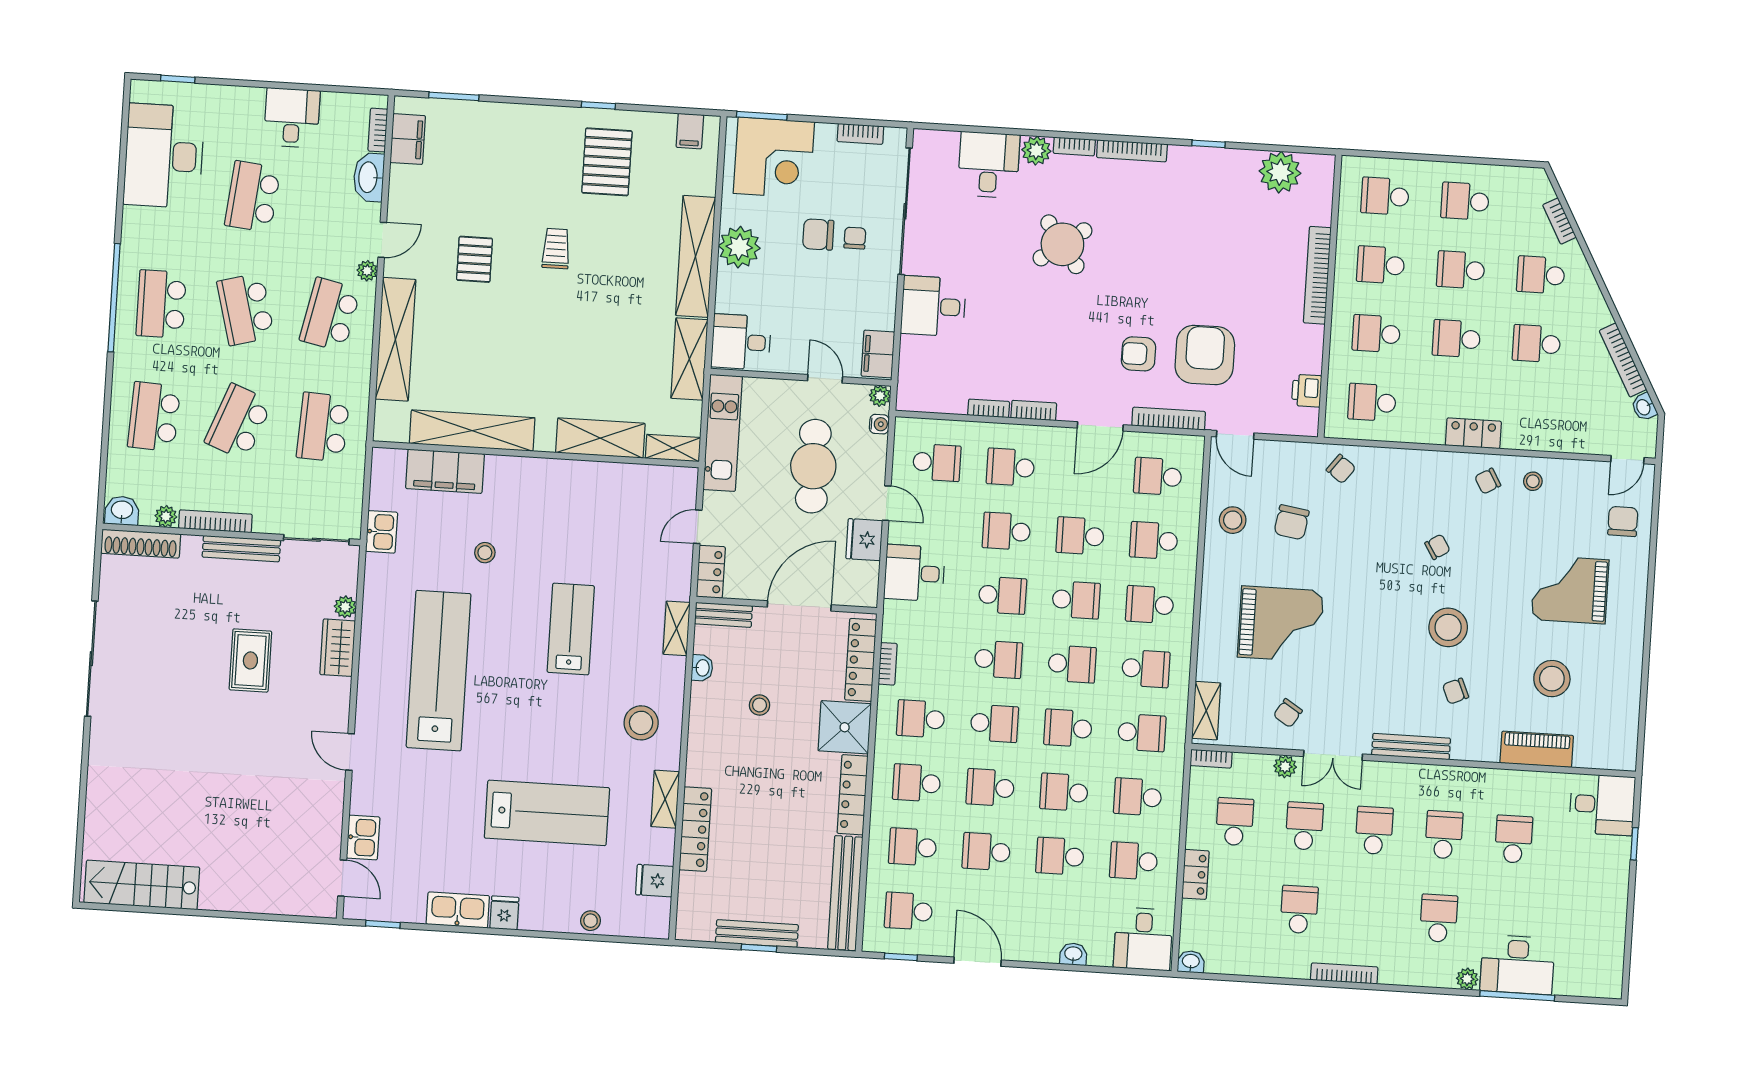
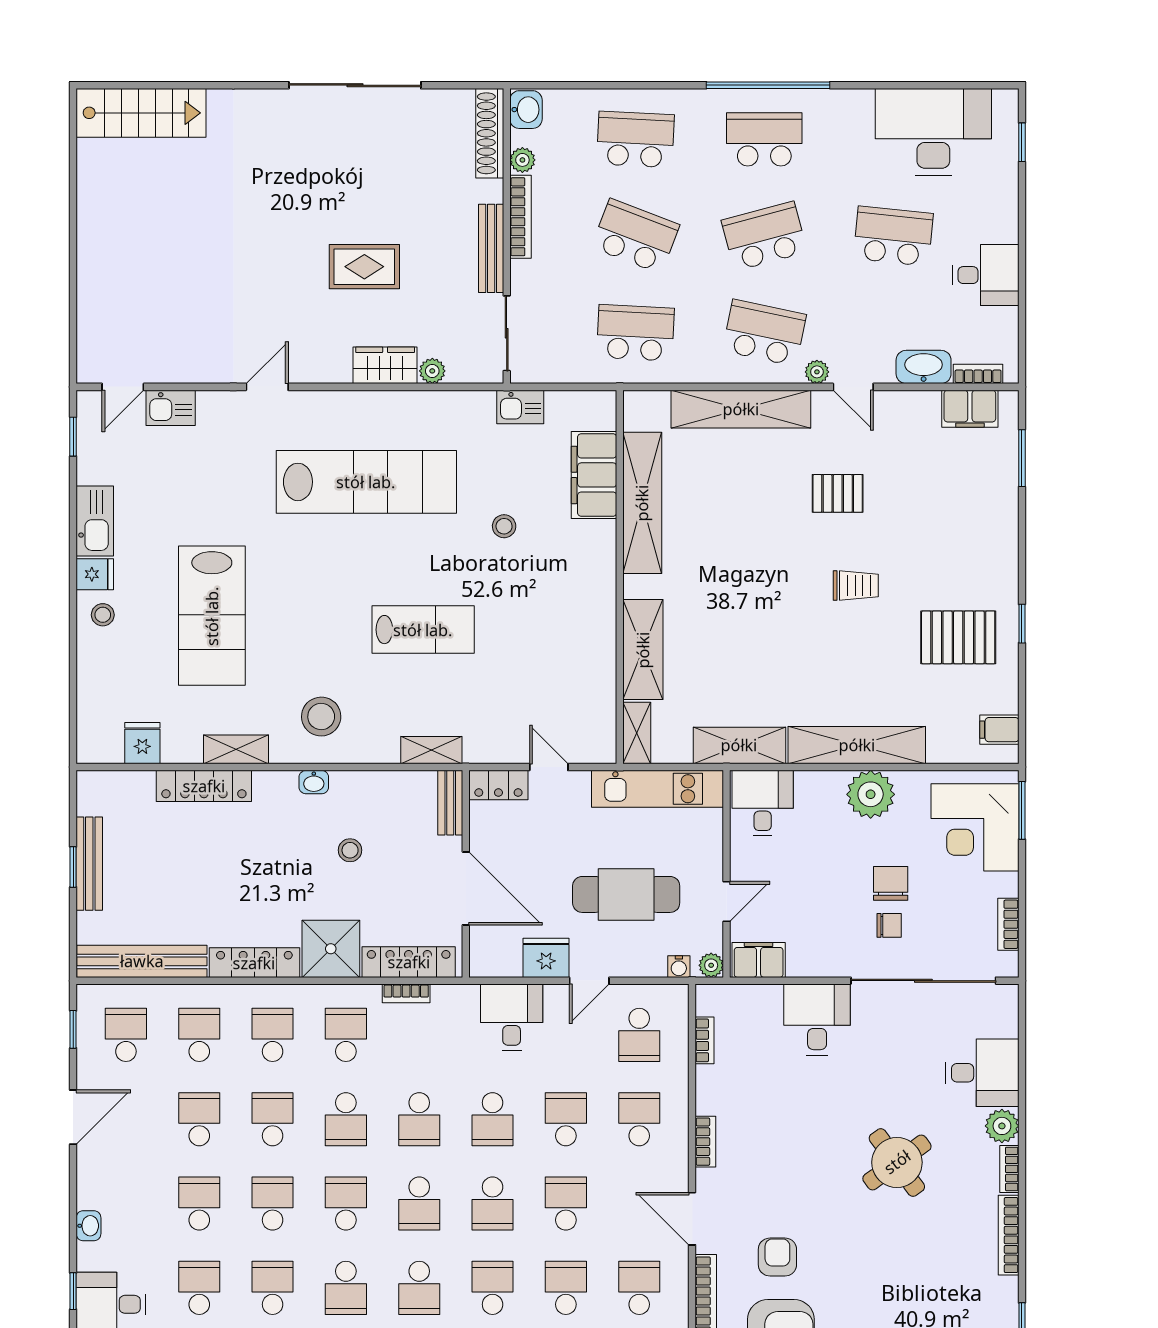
bookcase: (989, 408) -> (705, 1040), moved
washbasin: (702, 668) -> (314, 782), moved
stairs: (142, 885) -> (141, 113), moved, turned 90
stool: (591, 921) -> (103, 615), moved
window: (1130, 971) -> (73, 1291), added

